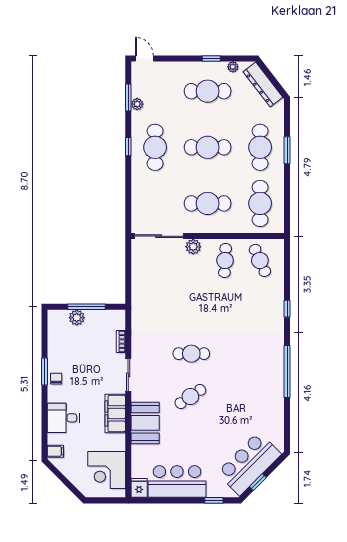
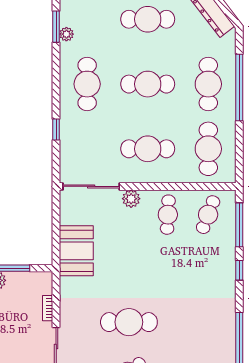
window: (128, 147) -> (56, 130), moved
window: (287, 150) -> (239, 87), width x2.11
cafe table: (260, 260) -> (208, 215), turned 45
window: (287, 269) -> (239, 225), added
booth: (146, 292) -> (76, 251), added
cafe table: (191, 354) -> (129, 322), width x1.37, depth x1.35

